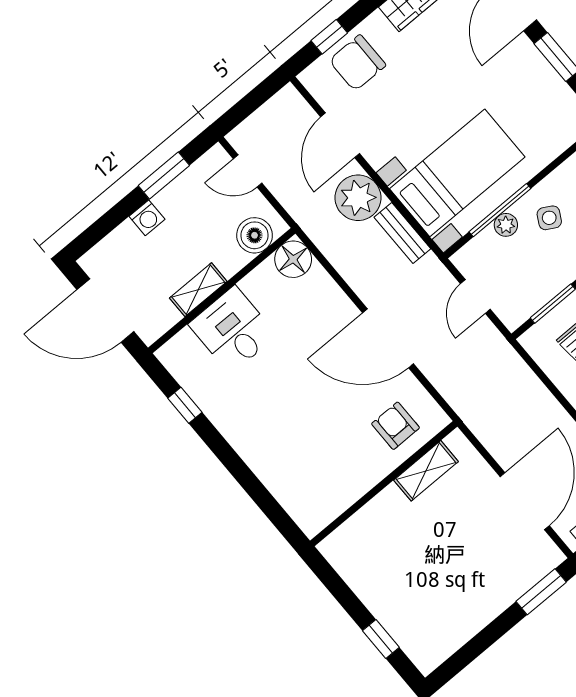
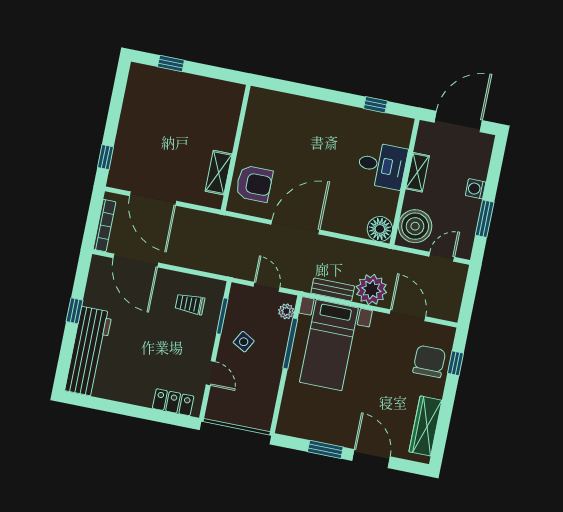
side table: (549, 218) -> (244, 342), moved
plant: (506, 225) -> (286, 311), moved
boiler: (255, 235) -> (415, 226), width x1.37, depth x1.37
armchair: (396, 426) -> (254, 184), width x1.38, depth x1.38
window: (541, 592) -> (105, 157), width x0.67

